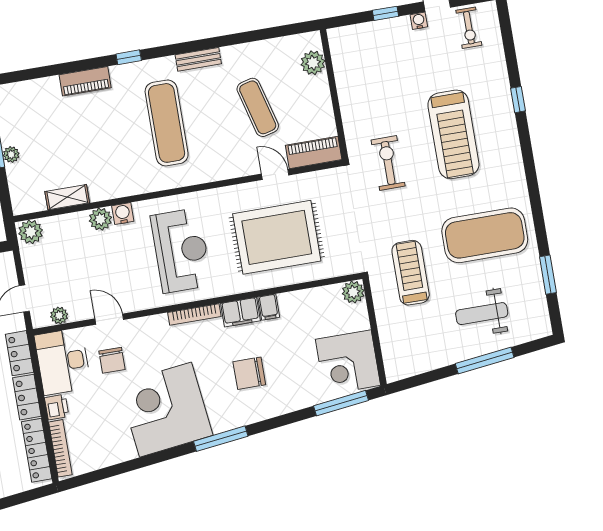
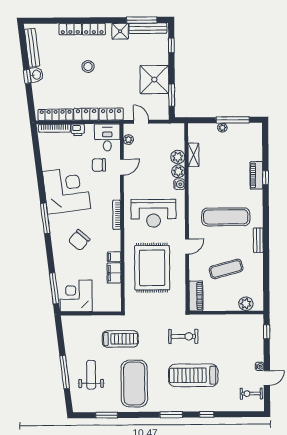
window: (386, 13) -> (267, 332), moved
window: (129, 57) -> (266, 178), moved
window: (529, 162) -> (171, 415), added
door: (275, 174) -> (187, 246), moved
plant: (31, 232) -> (178, 157), moved
plant: (353, 292) -> (115, 305), removed
filing cabinet: (240, 312) -> (114, 273), moved
desk: (63, 361) -> (107, 137), width x0.73
chair: (249, 373) -> (79, 240), turned -139

